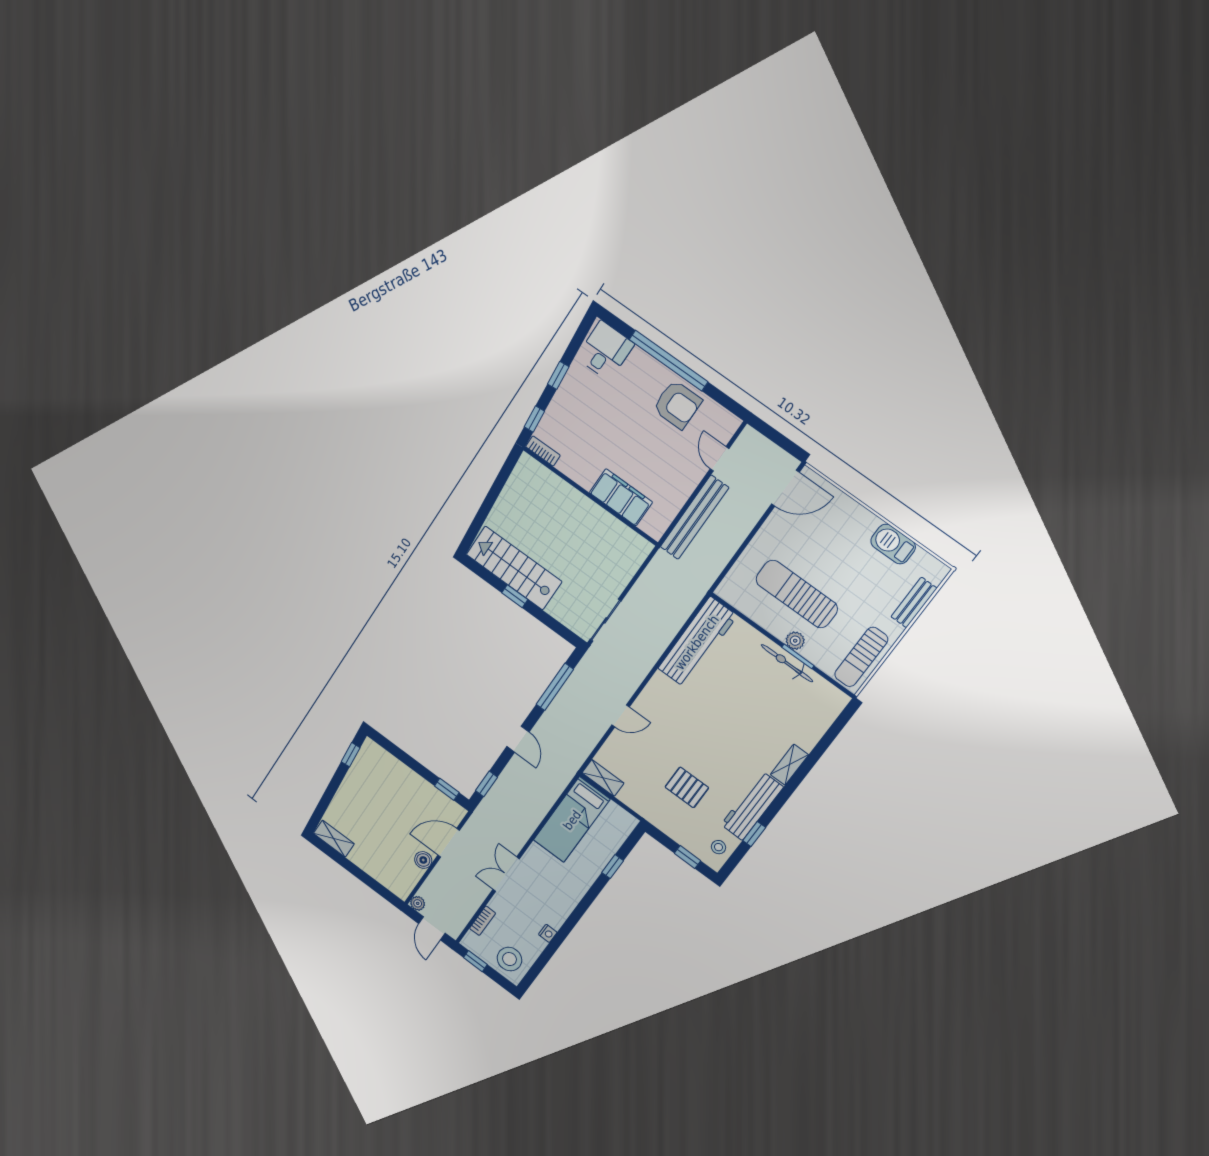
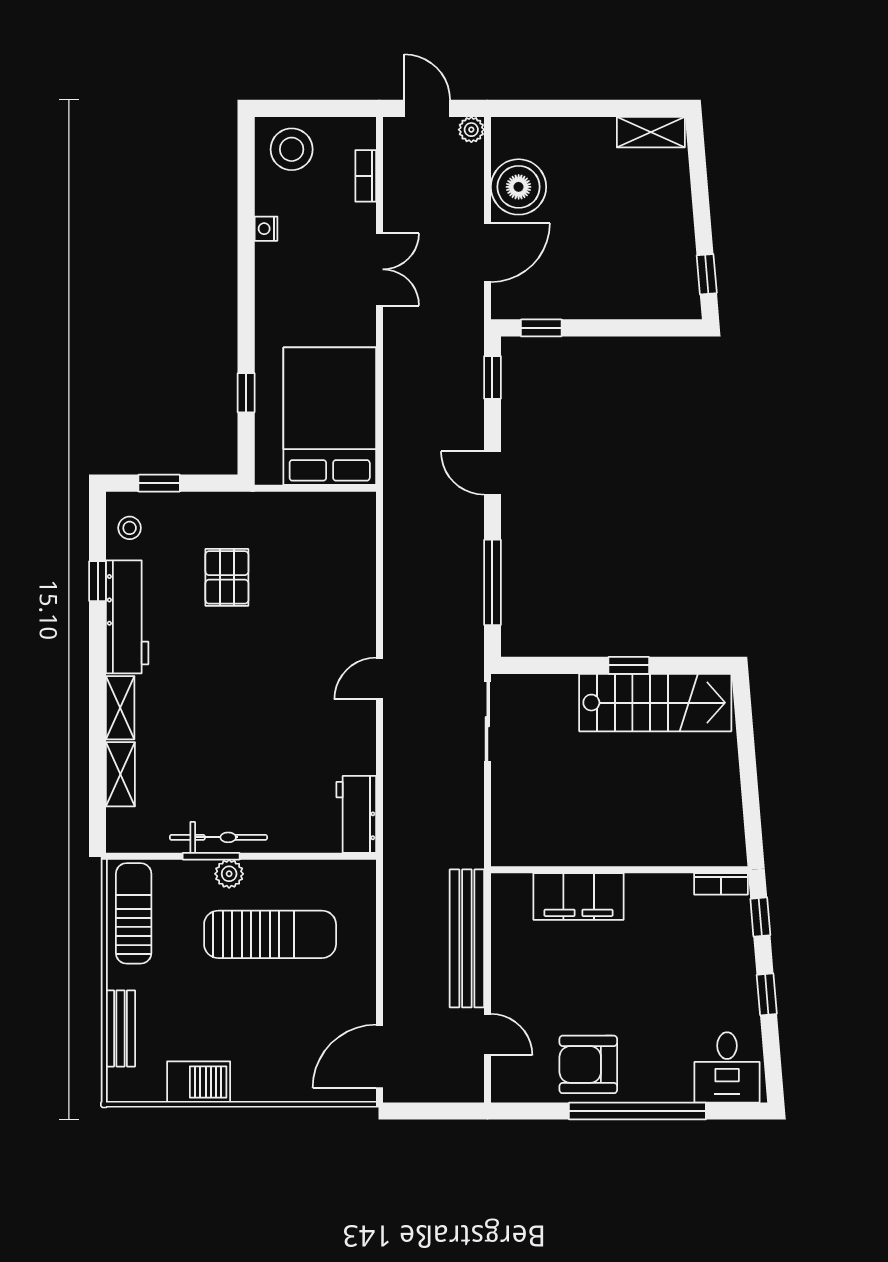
workbench: (697, 642) -> (356, 814), width x0.53, depth x0.76
door: (621, 716) -> (379, 678), moved
shelving: (603, 778) -> (120, 774), moved, turned 90
pallet: (687, 787) -> (227, 577), turned 90
bed: (572, 820) -> (330, 416), width x1.50
boiler: (423, 860) -> (519, 187), width x1.86, depth x1.86
window: (475, 961) -> (336, 108), removed

